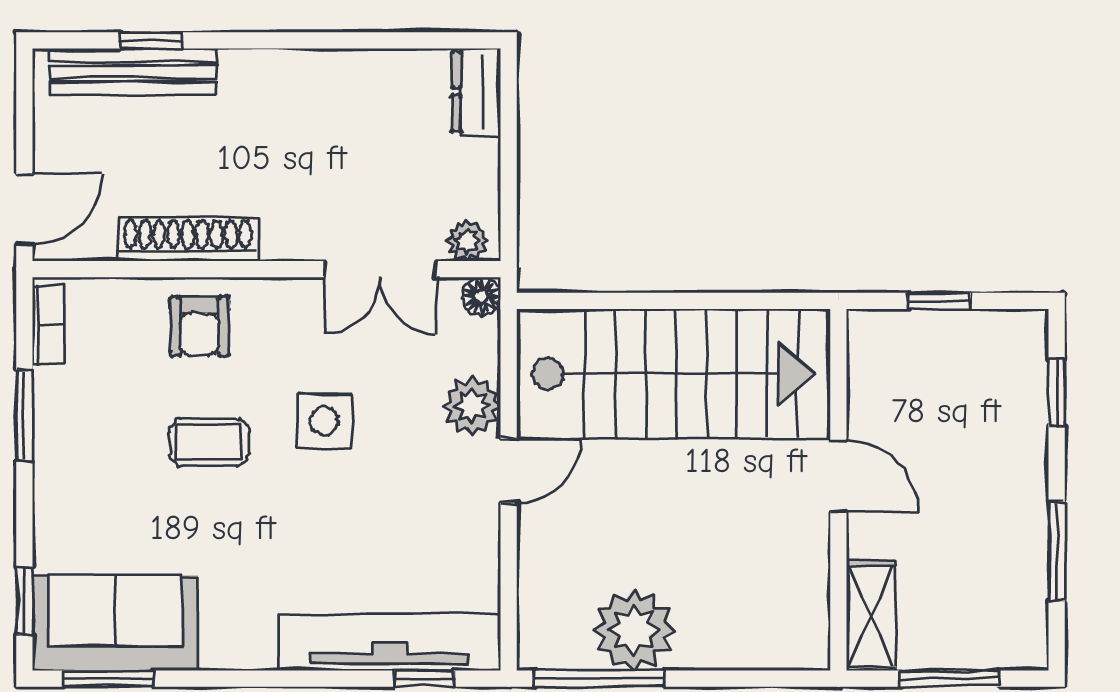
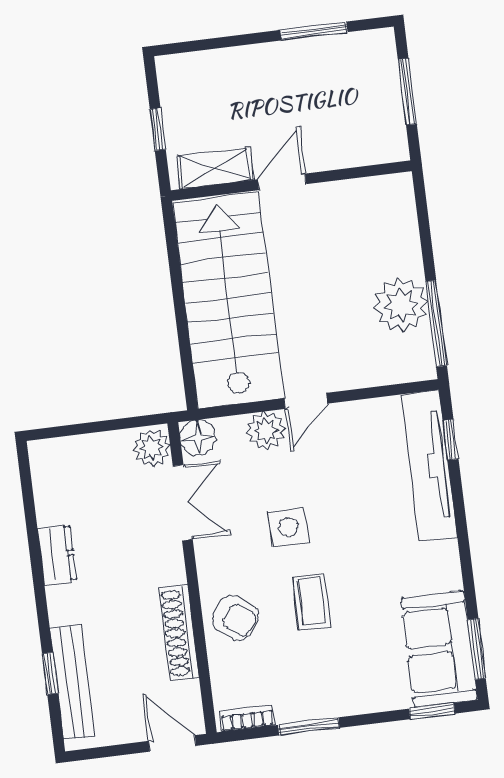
dresser: (476, 92) -> (57, 554), moved, turned -90
plant: (467, 241) -> (152, 448), width x1.38, depth x1.38
floor lamp: (481, 296) -> (198, 438), width x1.37, depth x1.37
armchair: (200, 326) -> (236, 618), turned 37
window: (1057, 393) -> (209, 44), removed
door: (509, 471) -> (306, 401), swing flipped
shelving: (871, 616) -> (215, 168), moved

